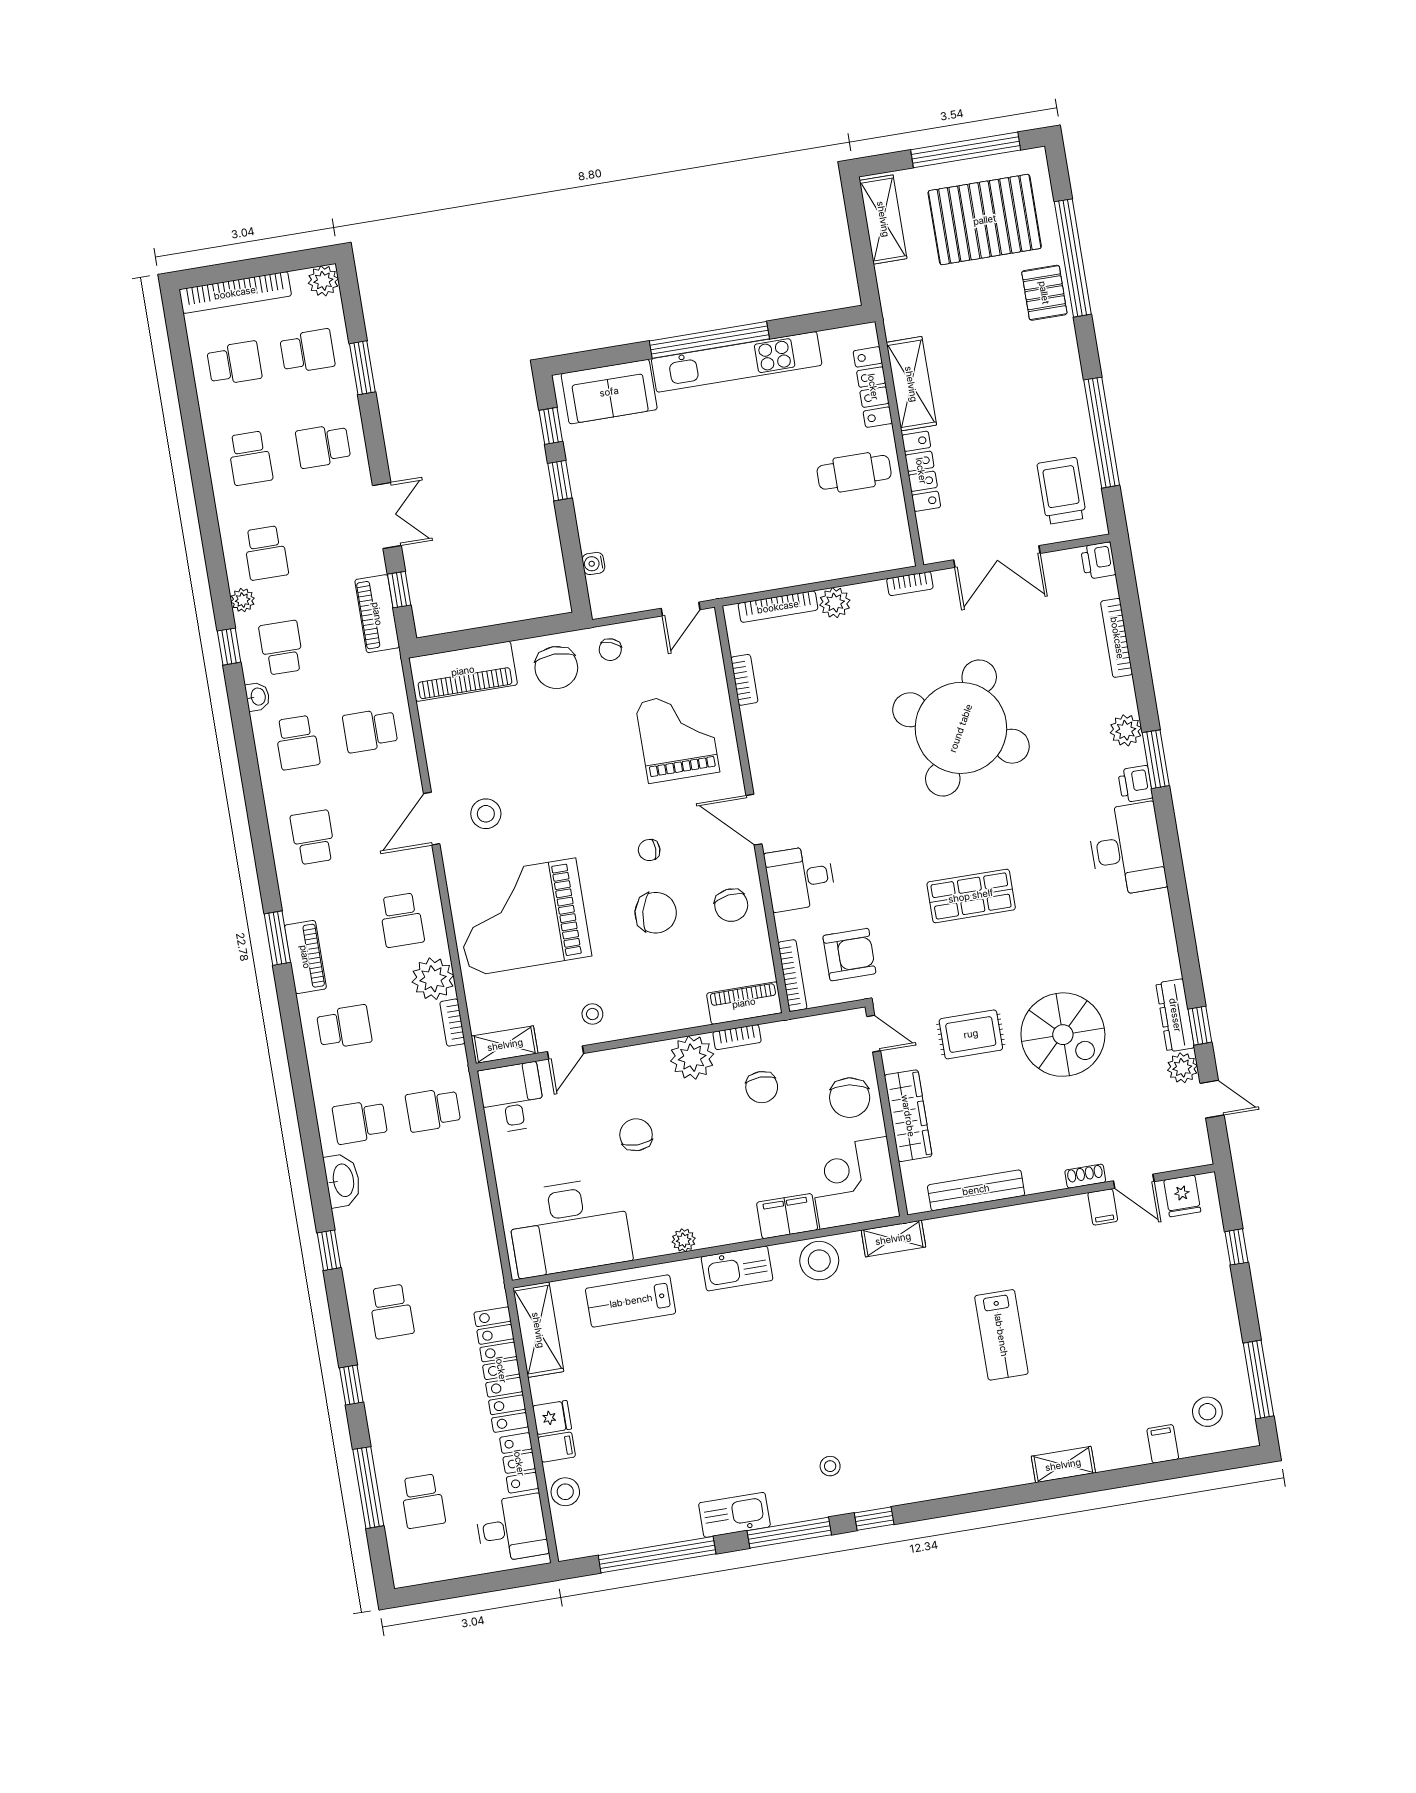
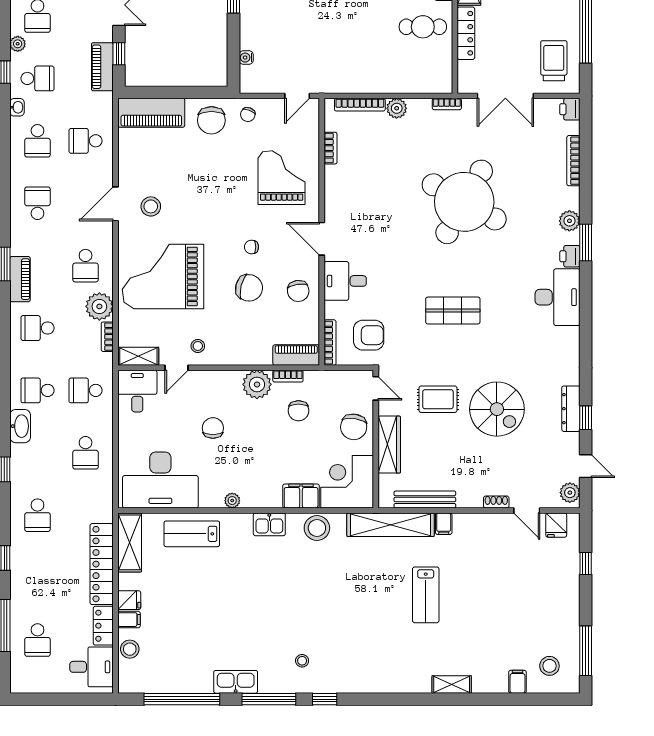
school desk: (281, 648) -> (37, 78), turned 90
school desk: (344, 1027) -> (37, 328), turned 180
plant: (1182, 1068) -> (570, 493), moved
school desk: (449, 1205) -> (86, 453), added
filing cabinet: (1103, 1207) -> (444, 524), moved
shelving: (893, 1239) -> (390, 525), width x2.20, depth x1.33
kitchen sink: (737, 1268) -> (269, 524), width x0.73

